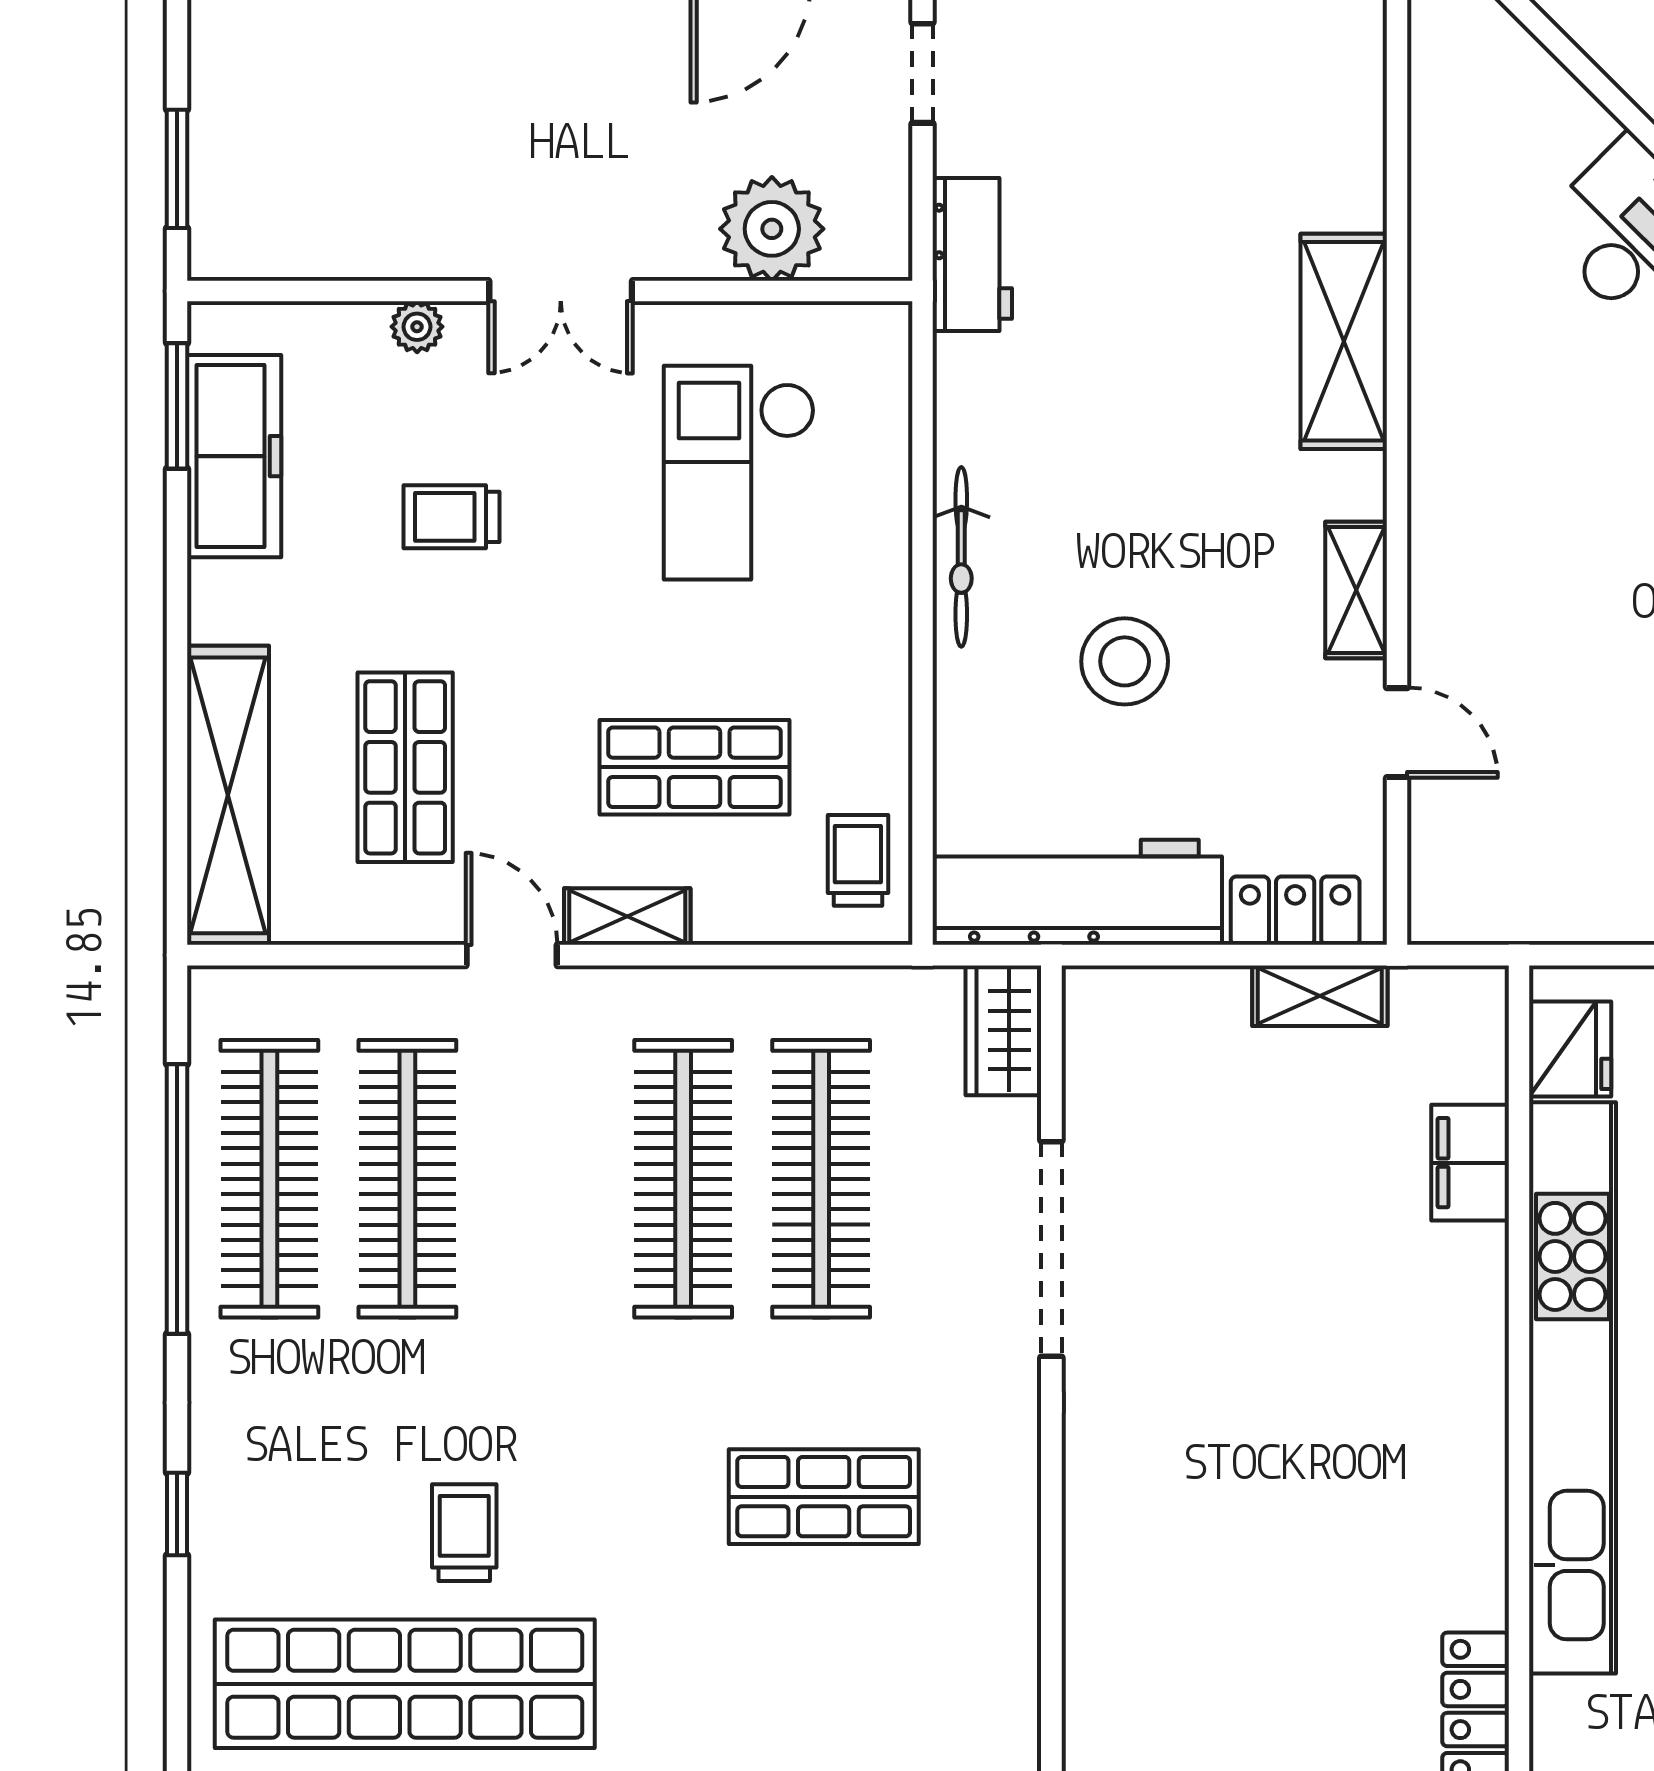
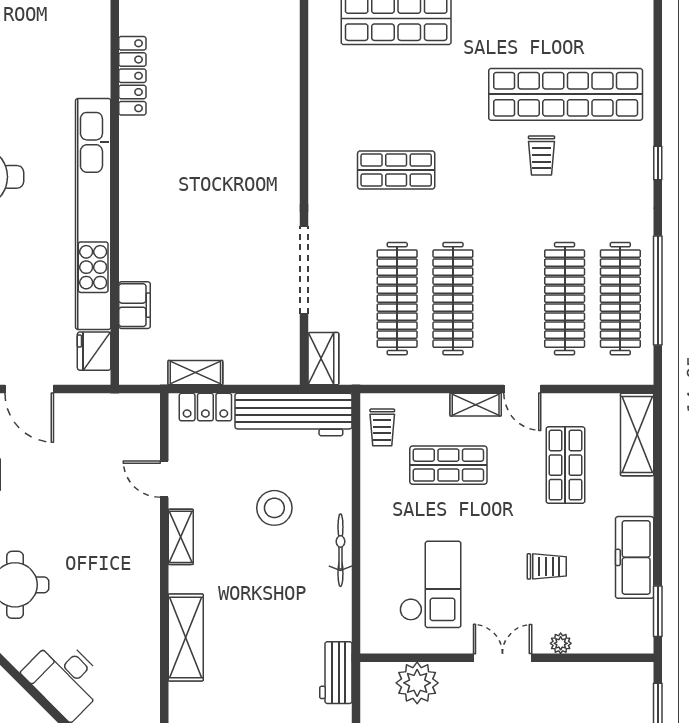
freezer: (234, 456) -> (635, 557), moved
shelving: (228, 795) -> (637, 434), width x0.68

